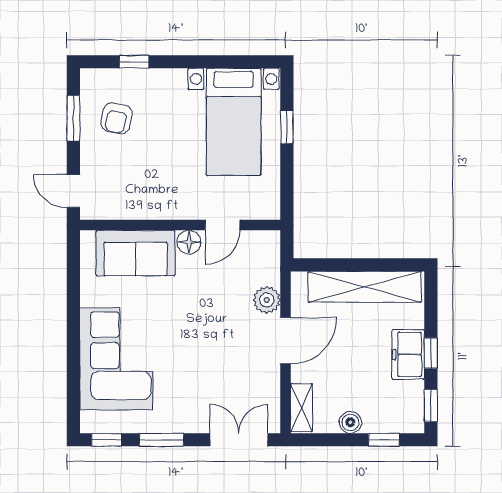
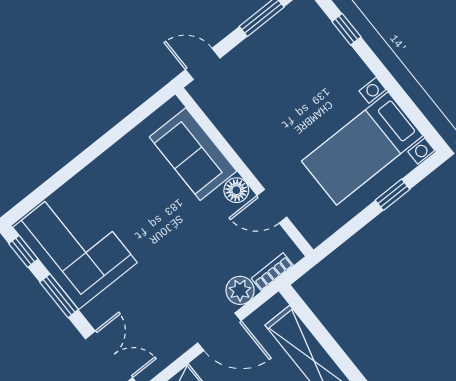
armchair: (117, 118) -> (290, 52), removed
door: (73, 191) -> (203, 64), hinge flipped
bookcase: (272, 264) -> (272, 272), added
corner sofa: (116, 359) -> (75, 245), moved, turned -90

